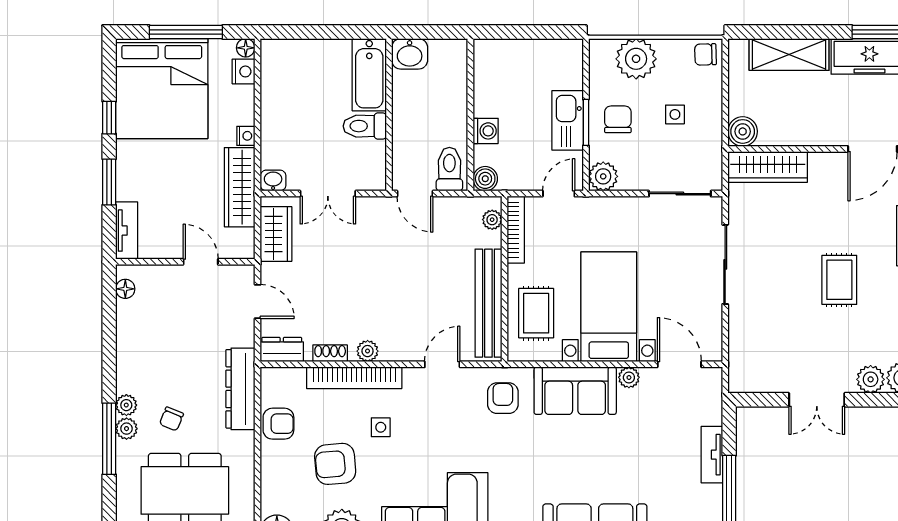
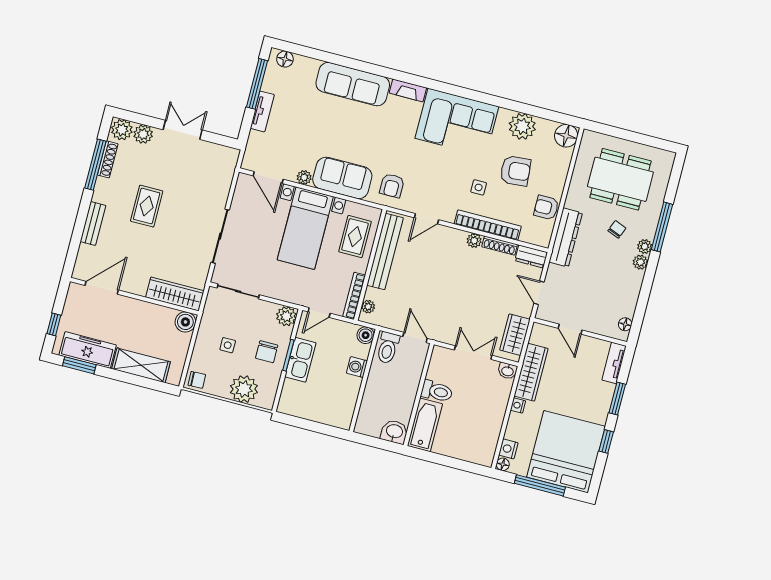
shoe rack: (330, 353) -> (500, 246), width x1.43
plant: (127, 429) -> (640, 262), moved

